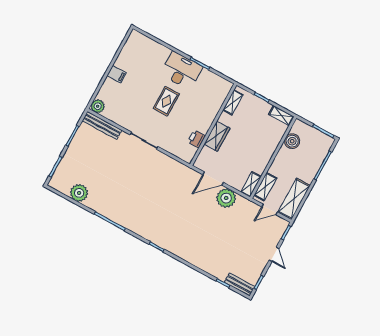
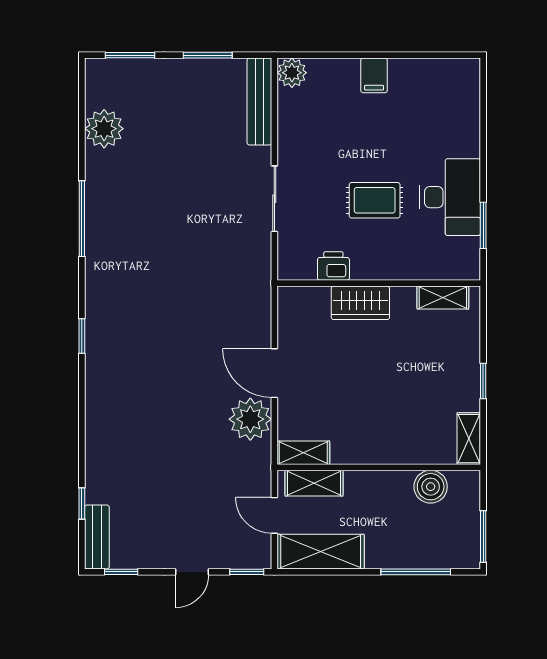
shelving: (233, 102) -> (443, 298), moved
wall: (213, 125) -> (379, 283), moved
wardrobe: (217, 136) -> (360, 303), moved
printer: (197, 139) -> (333, 266), moved

